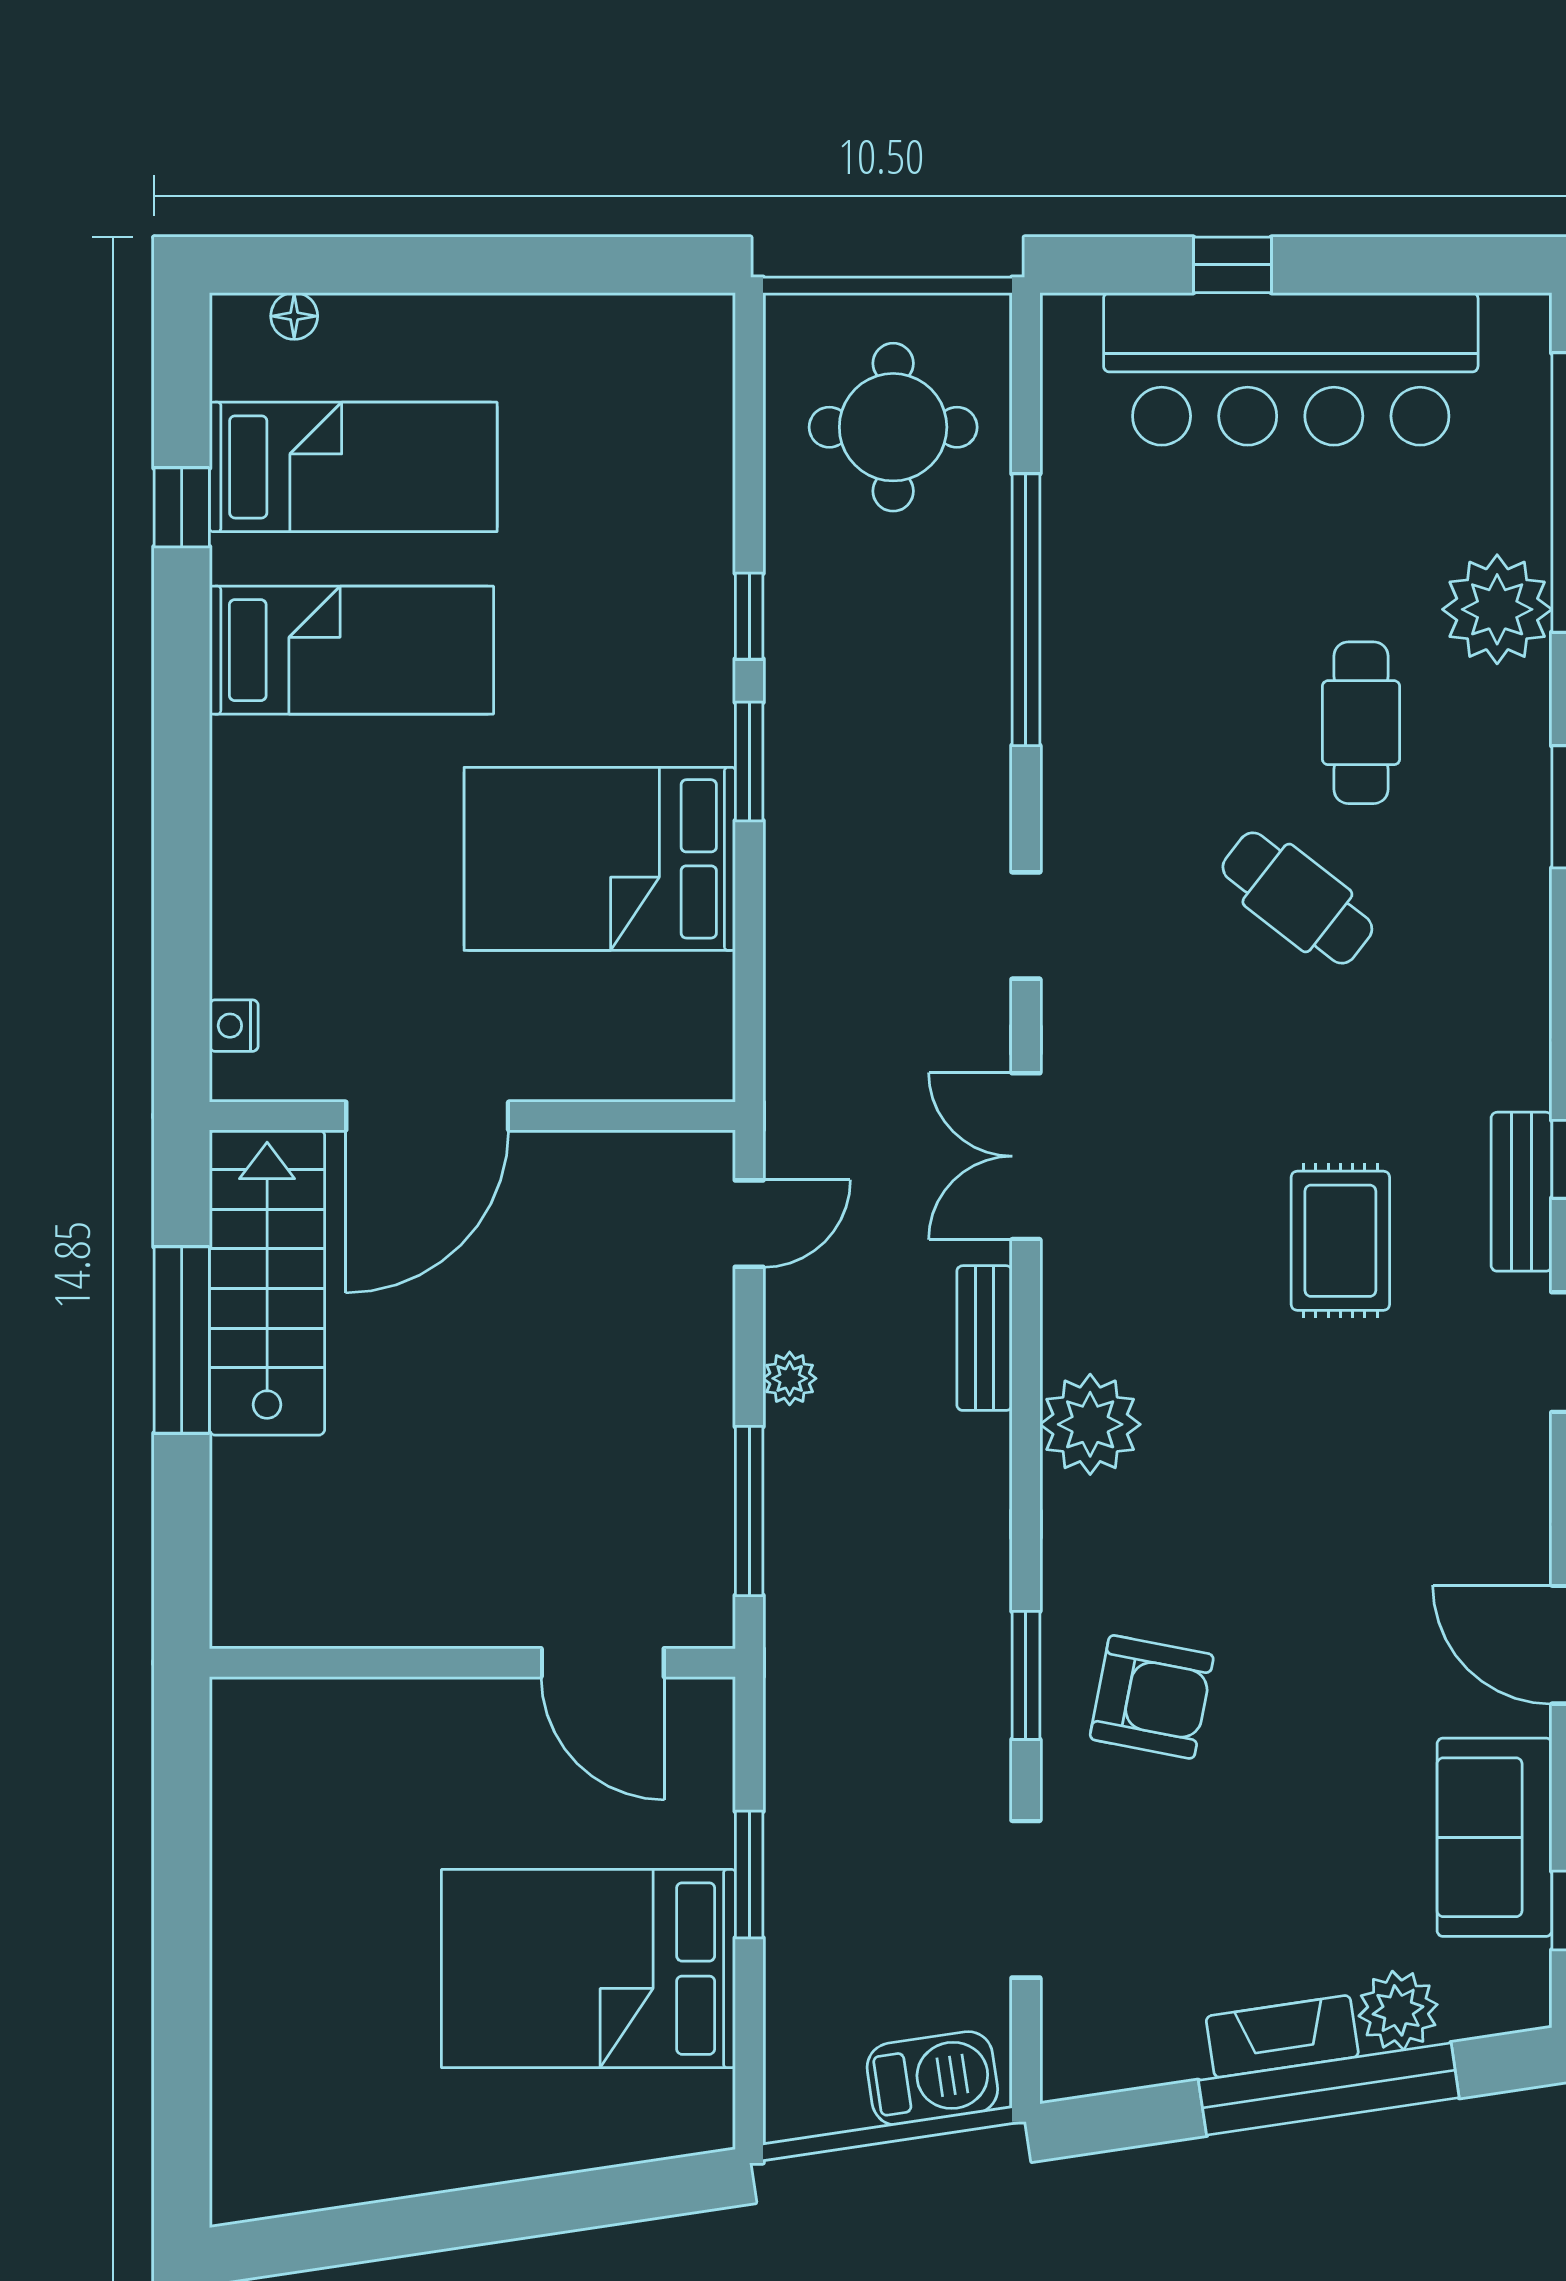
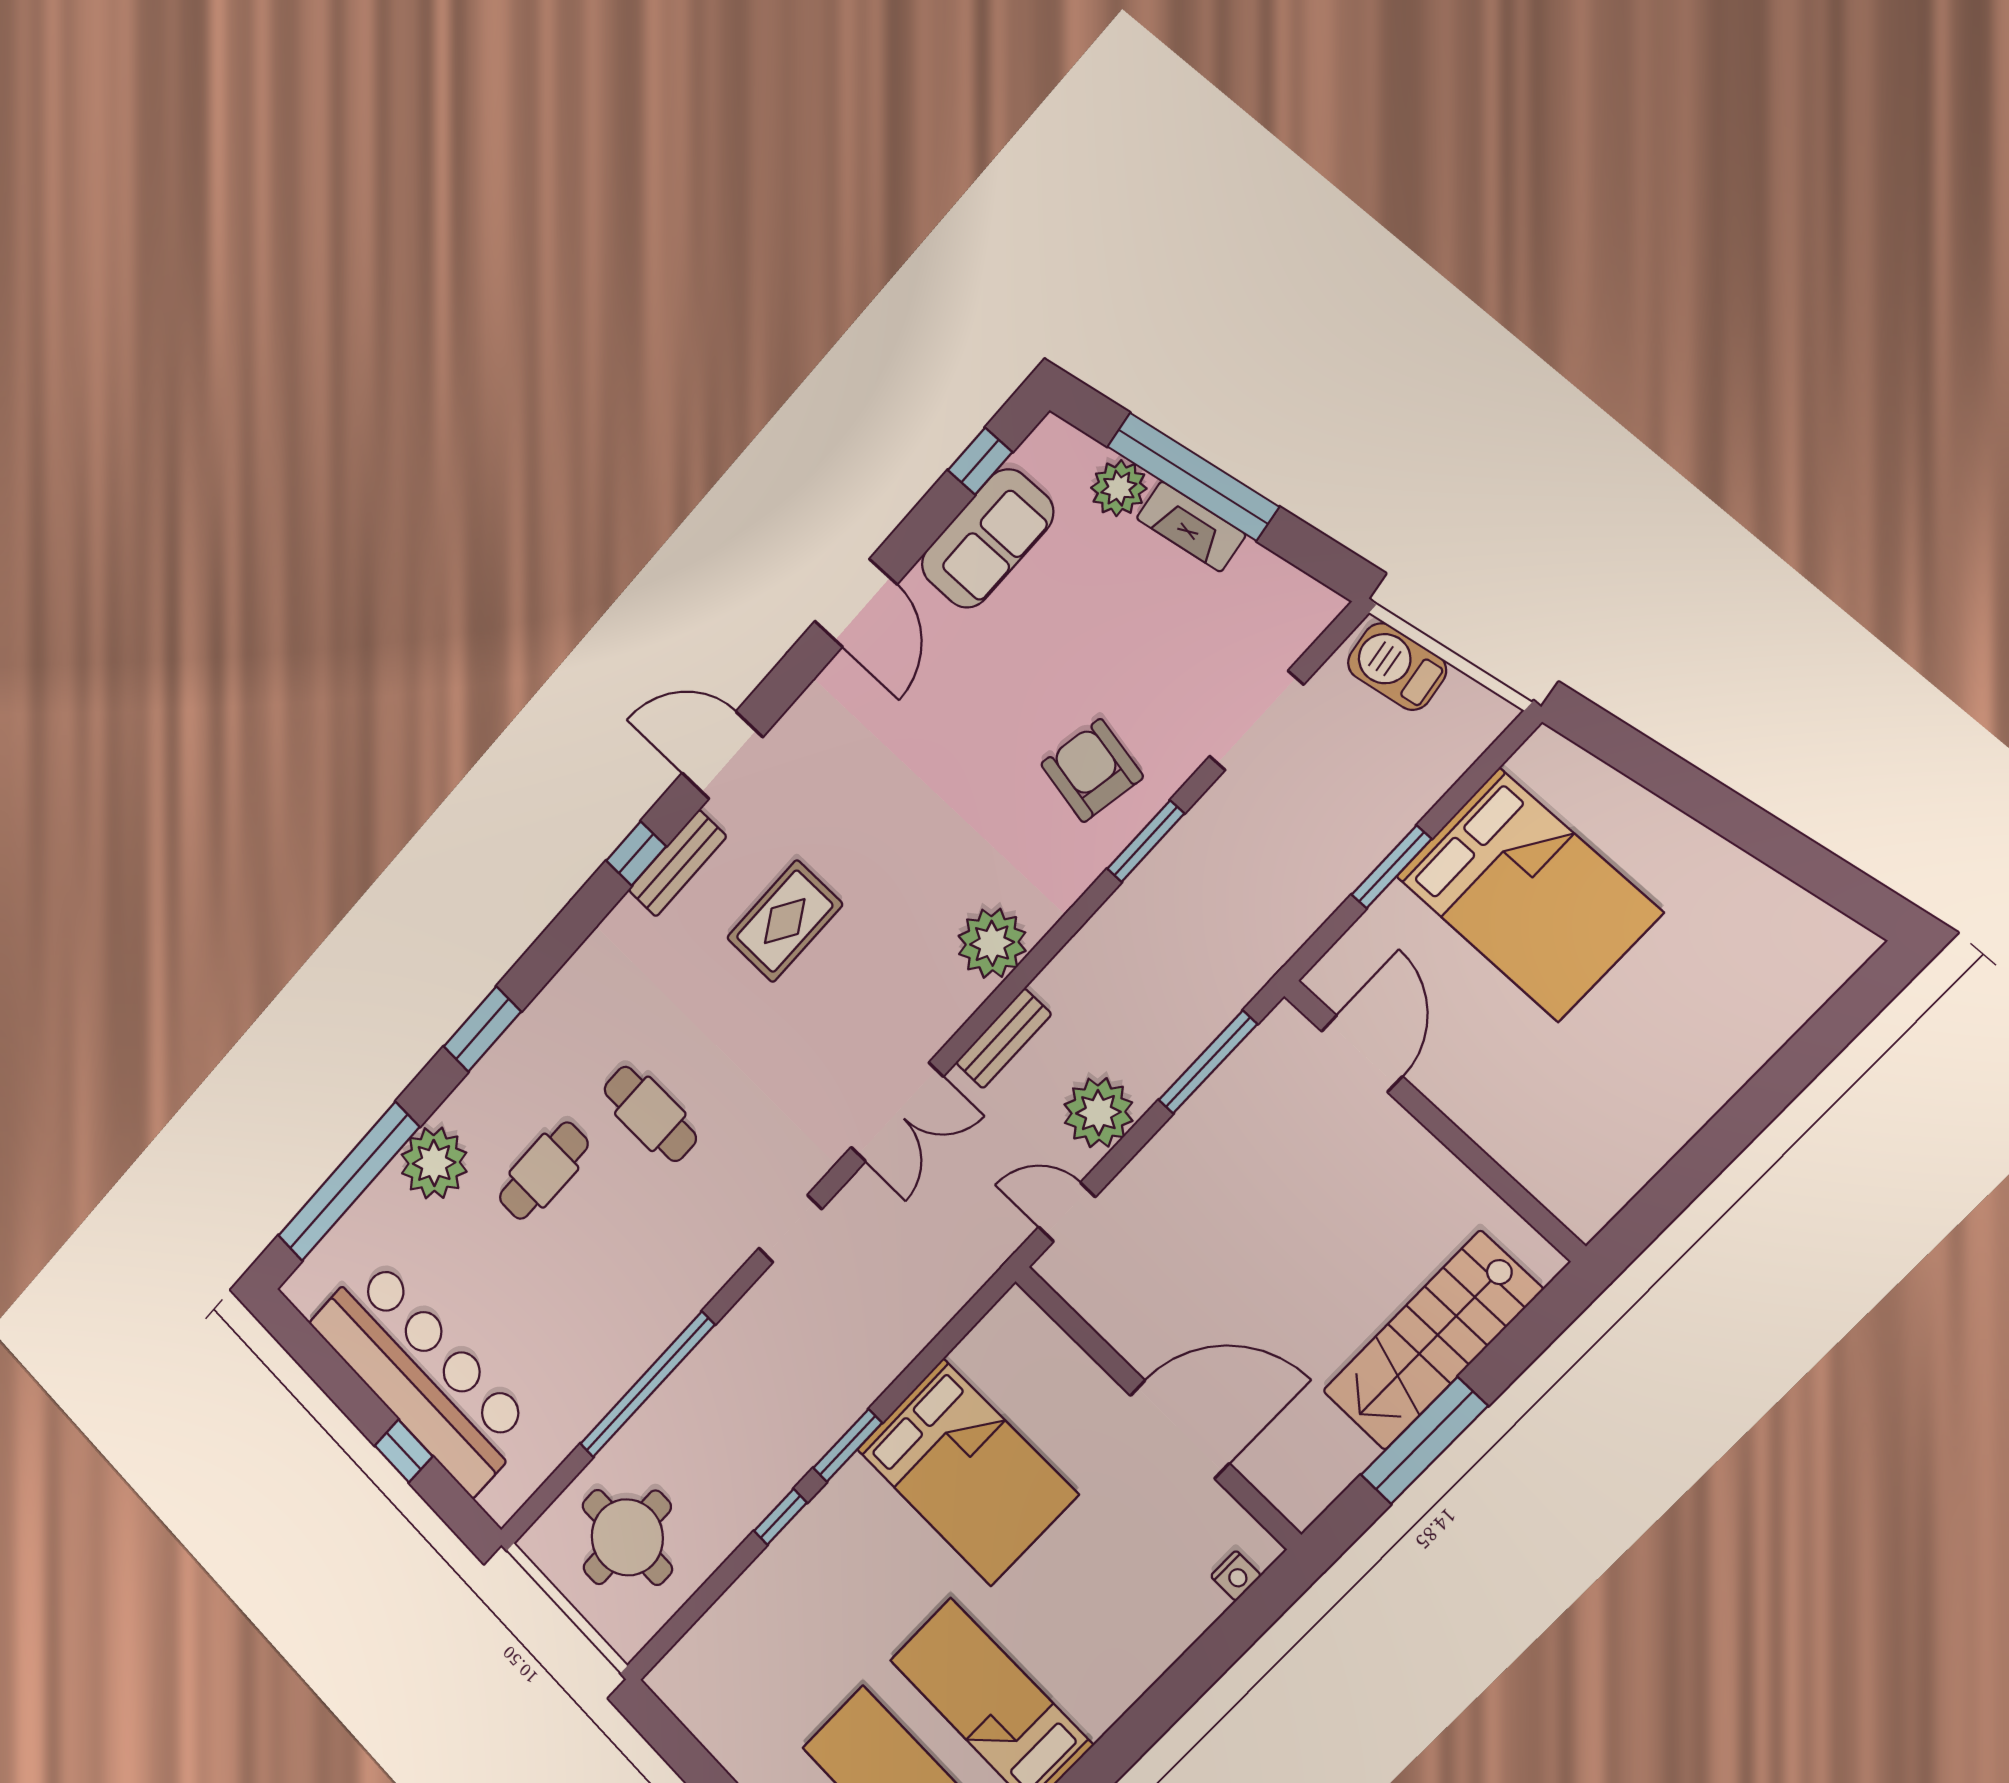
cafe table: (1297, 898) -> (650, 1114), turned -38
stairs: (267, 1282) -> (1432, 1340), moved
plant: (790, 1378) -> (1098, 1113), width x1.87, depth x1.87

